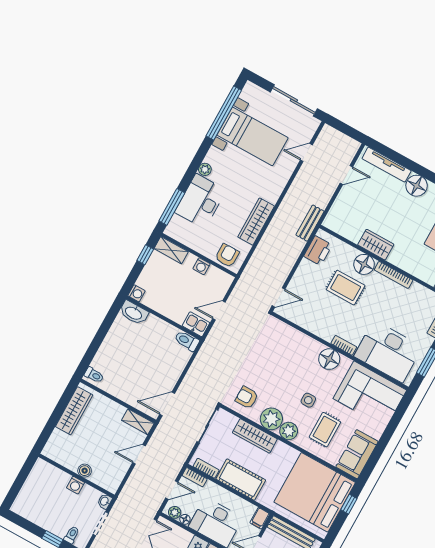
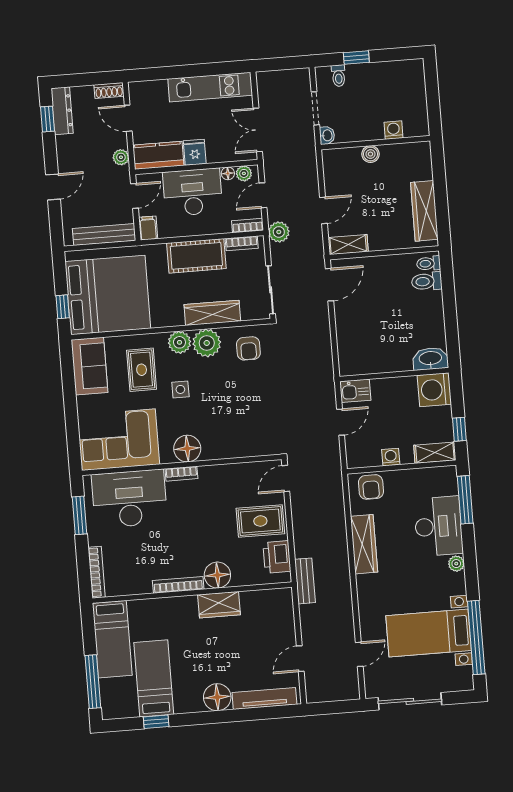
rug: (346, 288) -> (260, 521), moved
washing machine: (137, 293) -> (434, 390), width x1.89, depth x1.89
toilet: (187, 341) -> (427, 281), moved, turned 180
armchair: (247, 397) -> (248, 348), turned 90
plant: (177, 460) -> (279, 232), added
washing machine: (76, 485) -> (393, 130), moved

